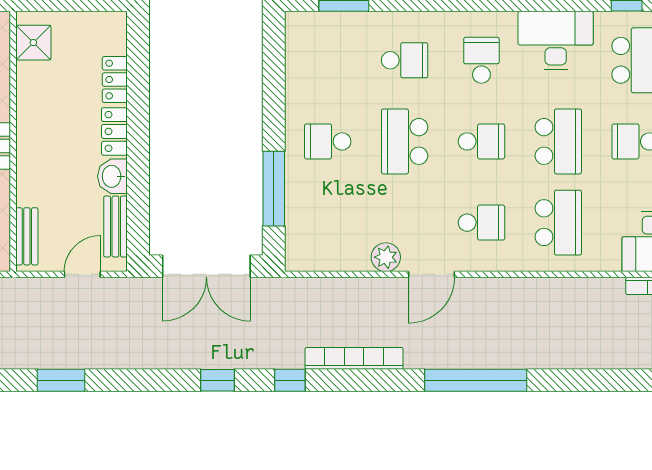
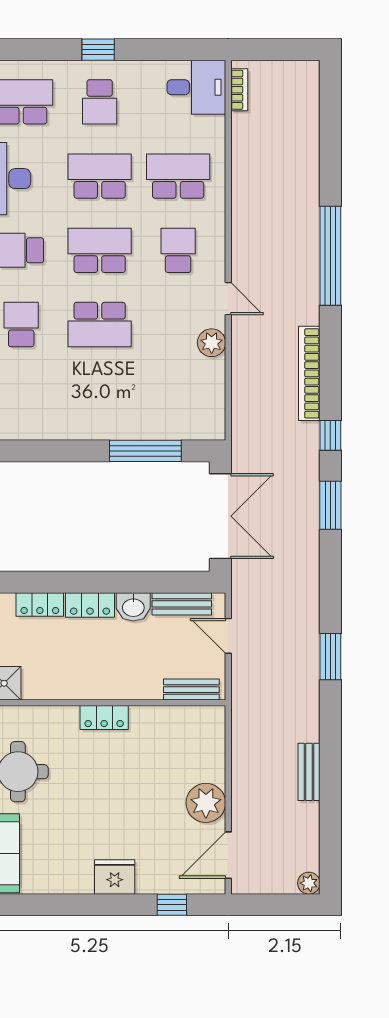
school desk: (328, 141) -> (100, 399), removed
school desk: (481, 141) -> (100, 250), width x1.85
door: (431, 274) -> (228, 299), width x0.73
window: (218, 380) -> (330, 505), width x1.50

